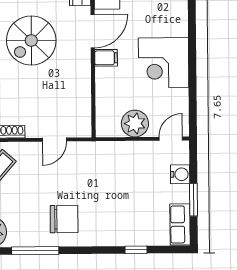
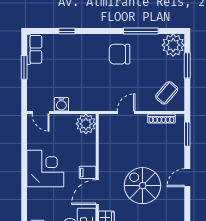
spiral stairs: (31, 41) -> (142, 186), turned -90
plant: (135, 124) -> (86, 124), moved
door: (171, 139) -> (41, 113), hinge flipped
water cooler: (180, 174) -> (61, 104), moved, turned -90

